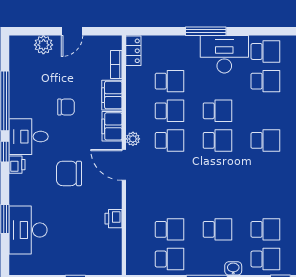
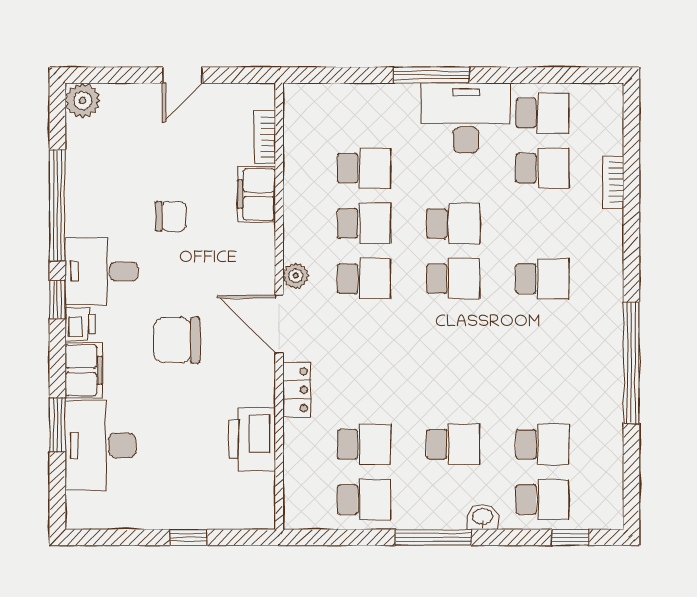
plant: (43, 45) -> (83, 100), moved
locker: (133, 51) -> (297, 390), moved
filing cabinet: (112, 126) -> (84, 370), moved, turned 180
printer: (114, 219) -> (252, 439), width x1.87, depth x1.48

